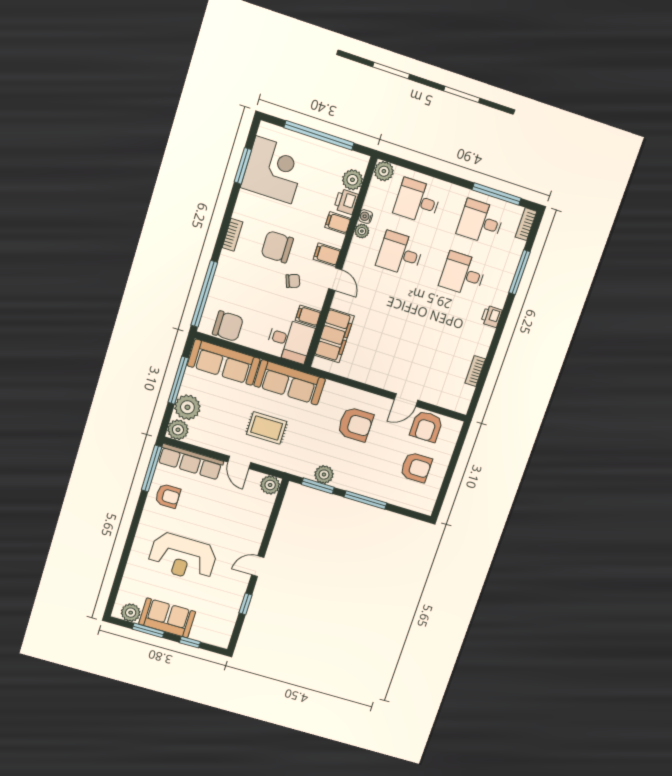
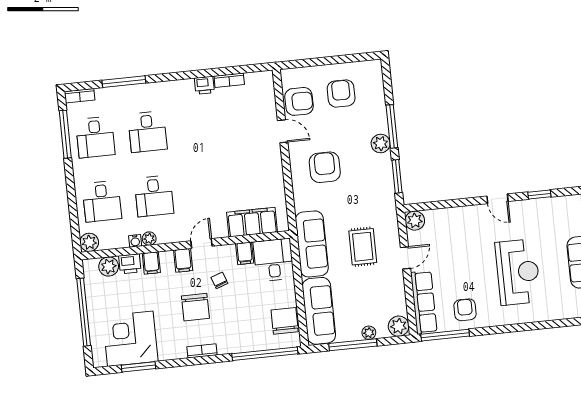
printer: (491, 316) -> (204, 85), moved
plant: (187, 407) -> (369, 333), width x0.53, depth x0.53
plant: (324, 475) -> (381, 143), moved

